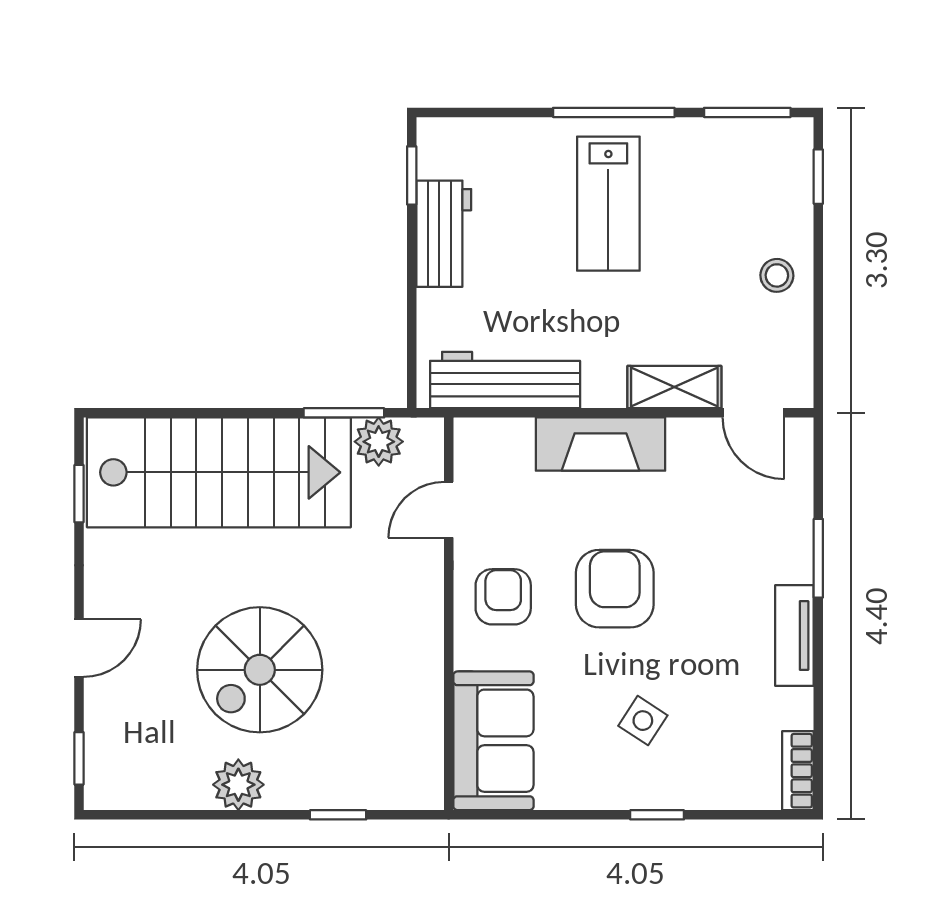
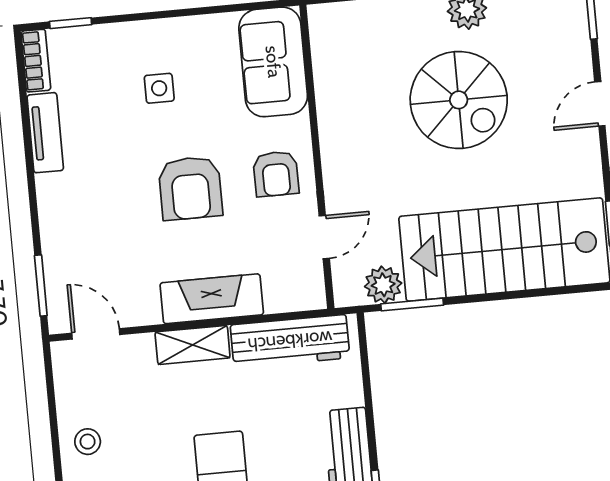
shelving: (674, 387) -> (193, 345), moved
window: (818, 558) -> (41, 285), moved
tv unit: (794, 636) -> (45, 133), moved
spiral stairs: (260, 670) -> (459, 100), turned 90
side table: (643, 721) -> (159, 88), turned -33
window: (657, 815) -> (71, 23), moved

